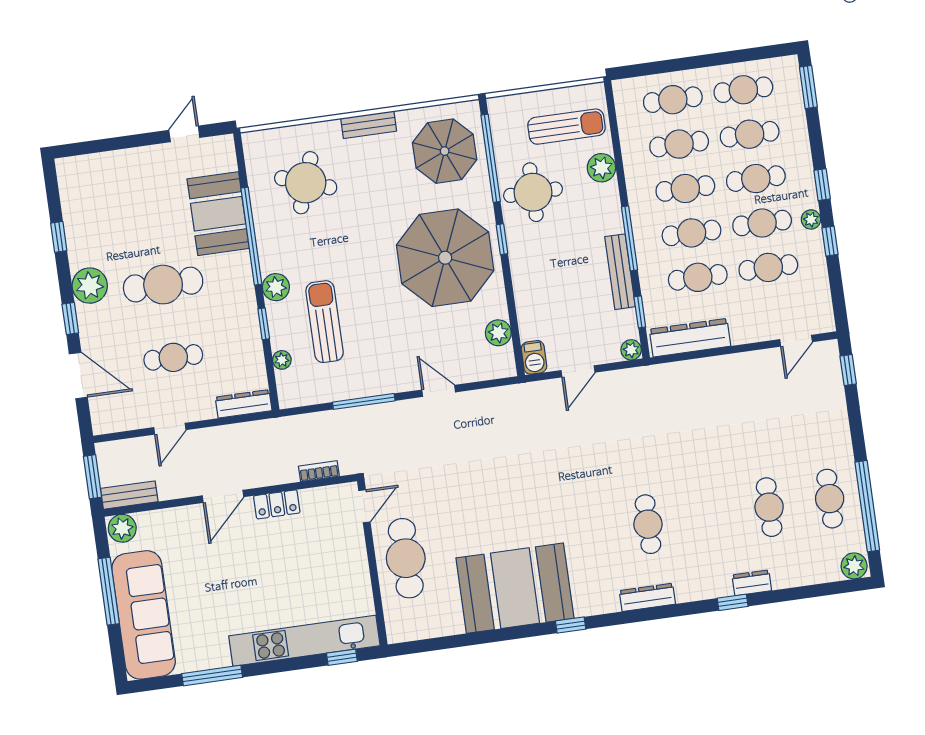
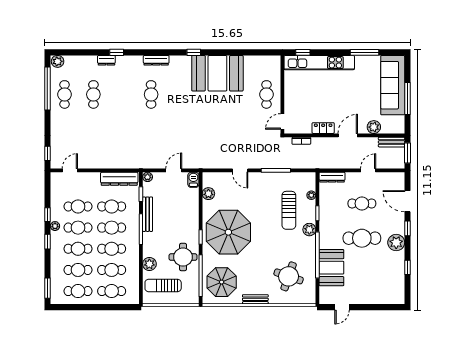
plant: (122, 528) -> (374, 127), moved
cafe table: (406, 558) -> (266, 94), width x0.73, depth x0.74

